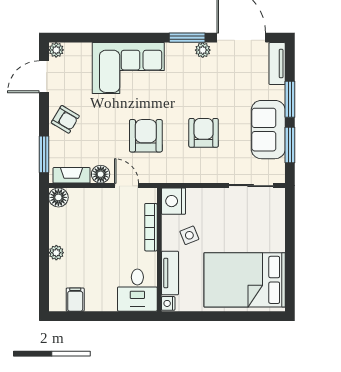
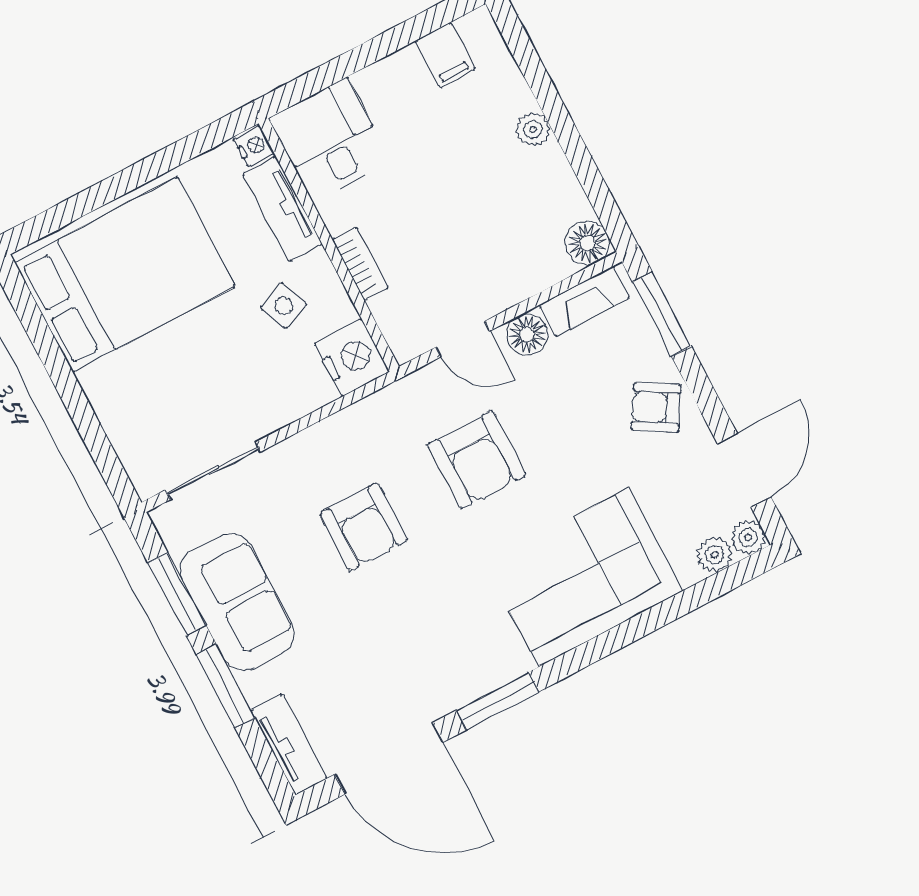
plant: (203, 50) -> (714, 555), moved
bookcase: (151, 227) -> (360, 264), width x0.64

